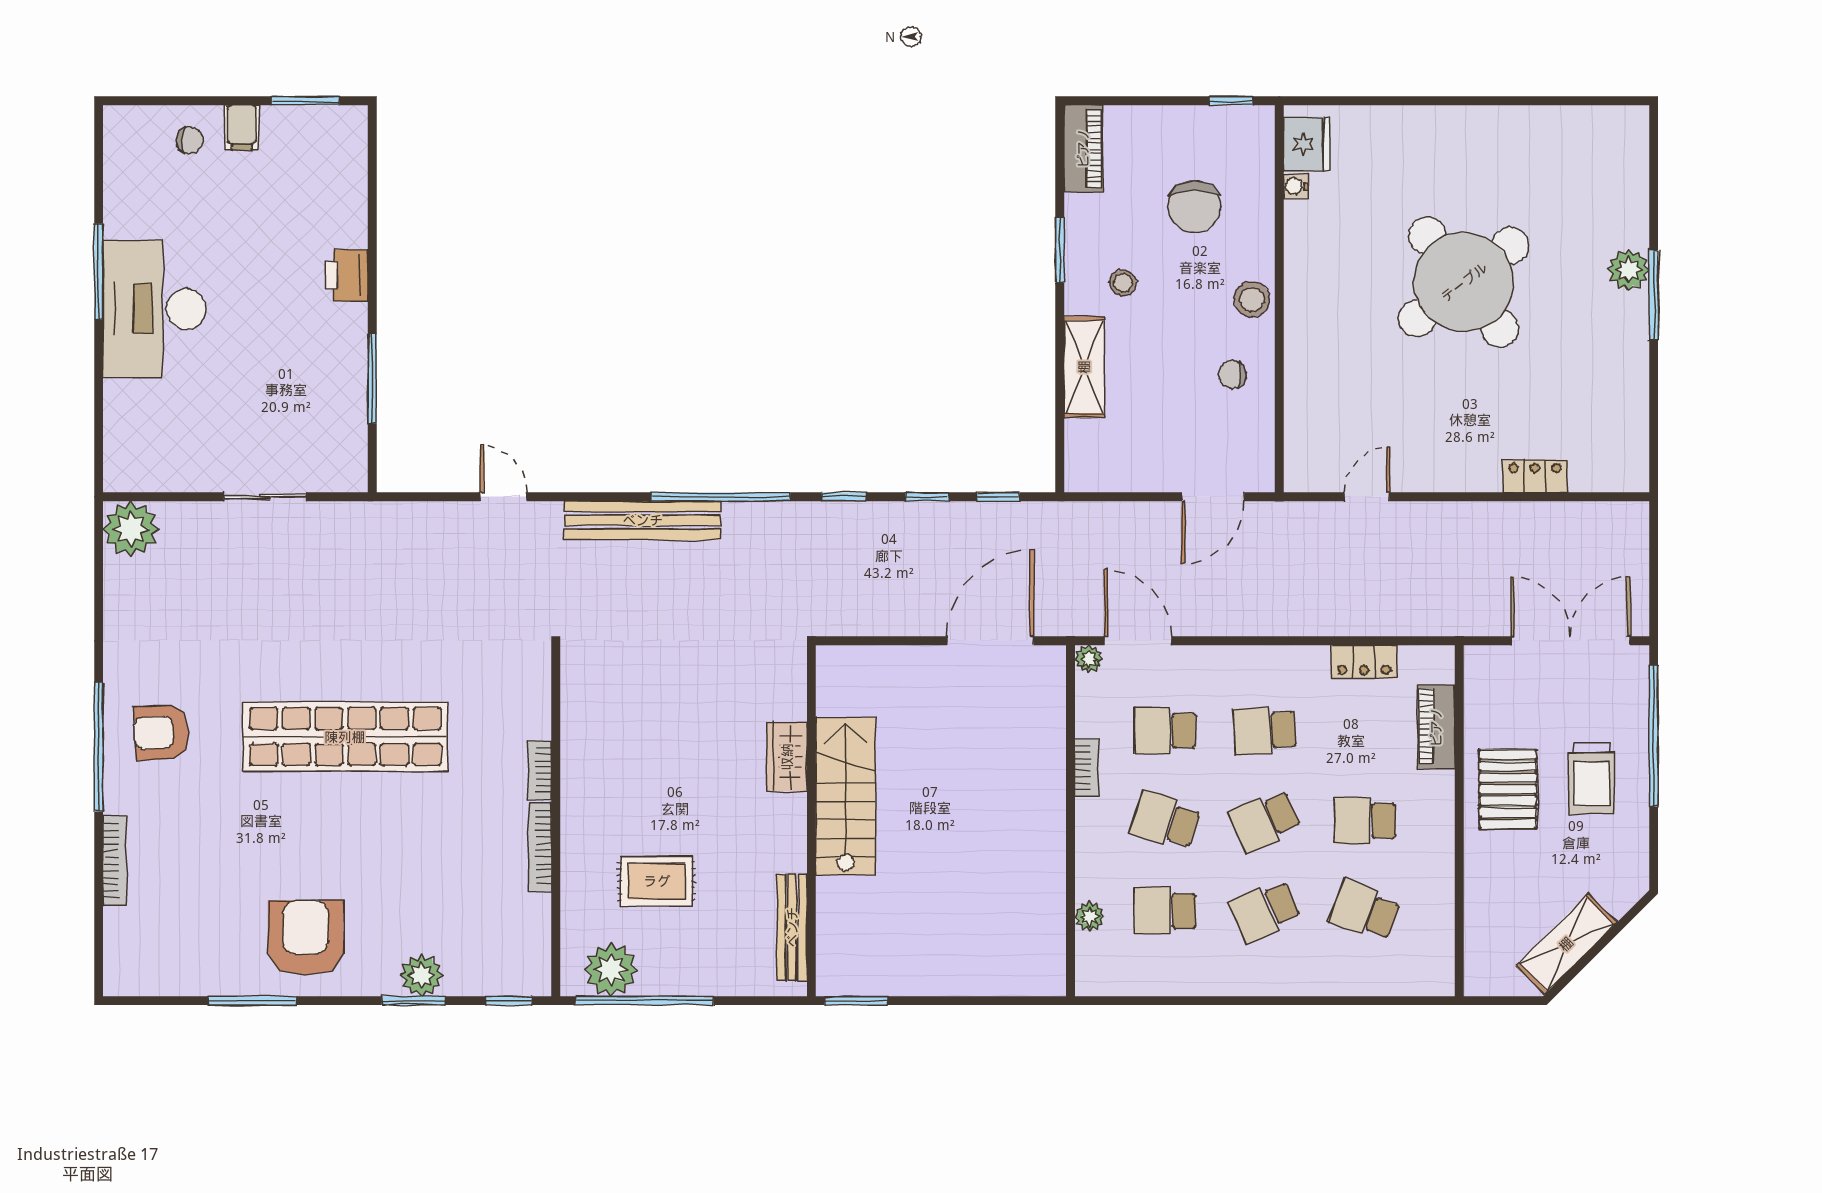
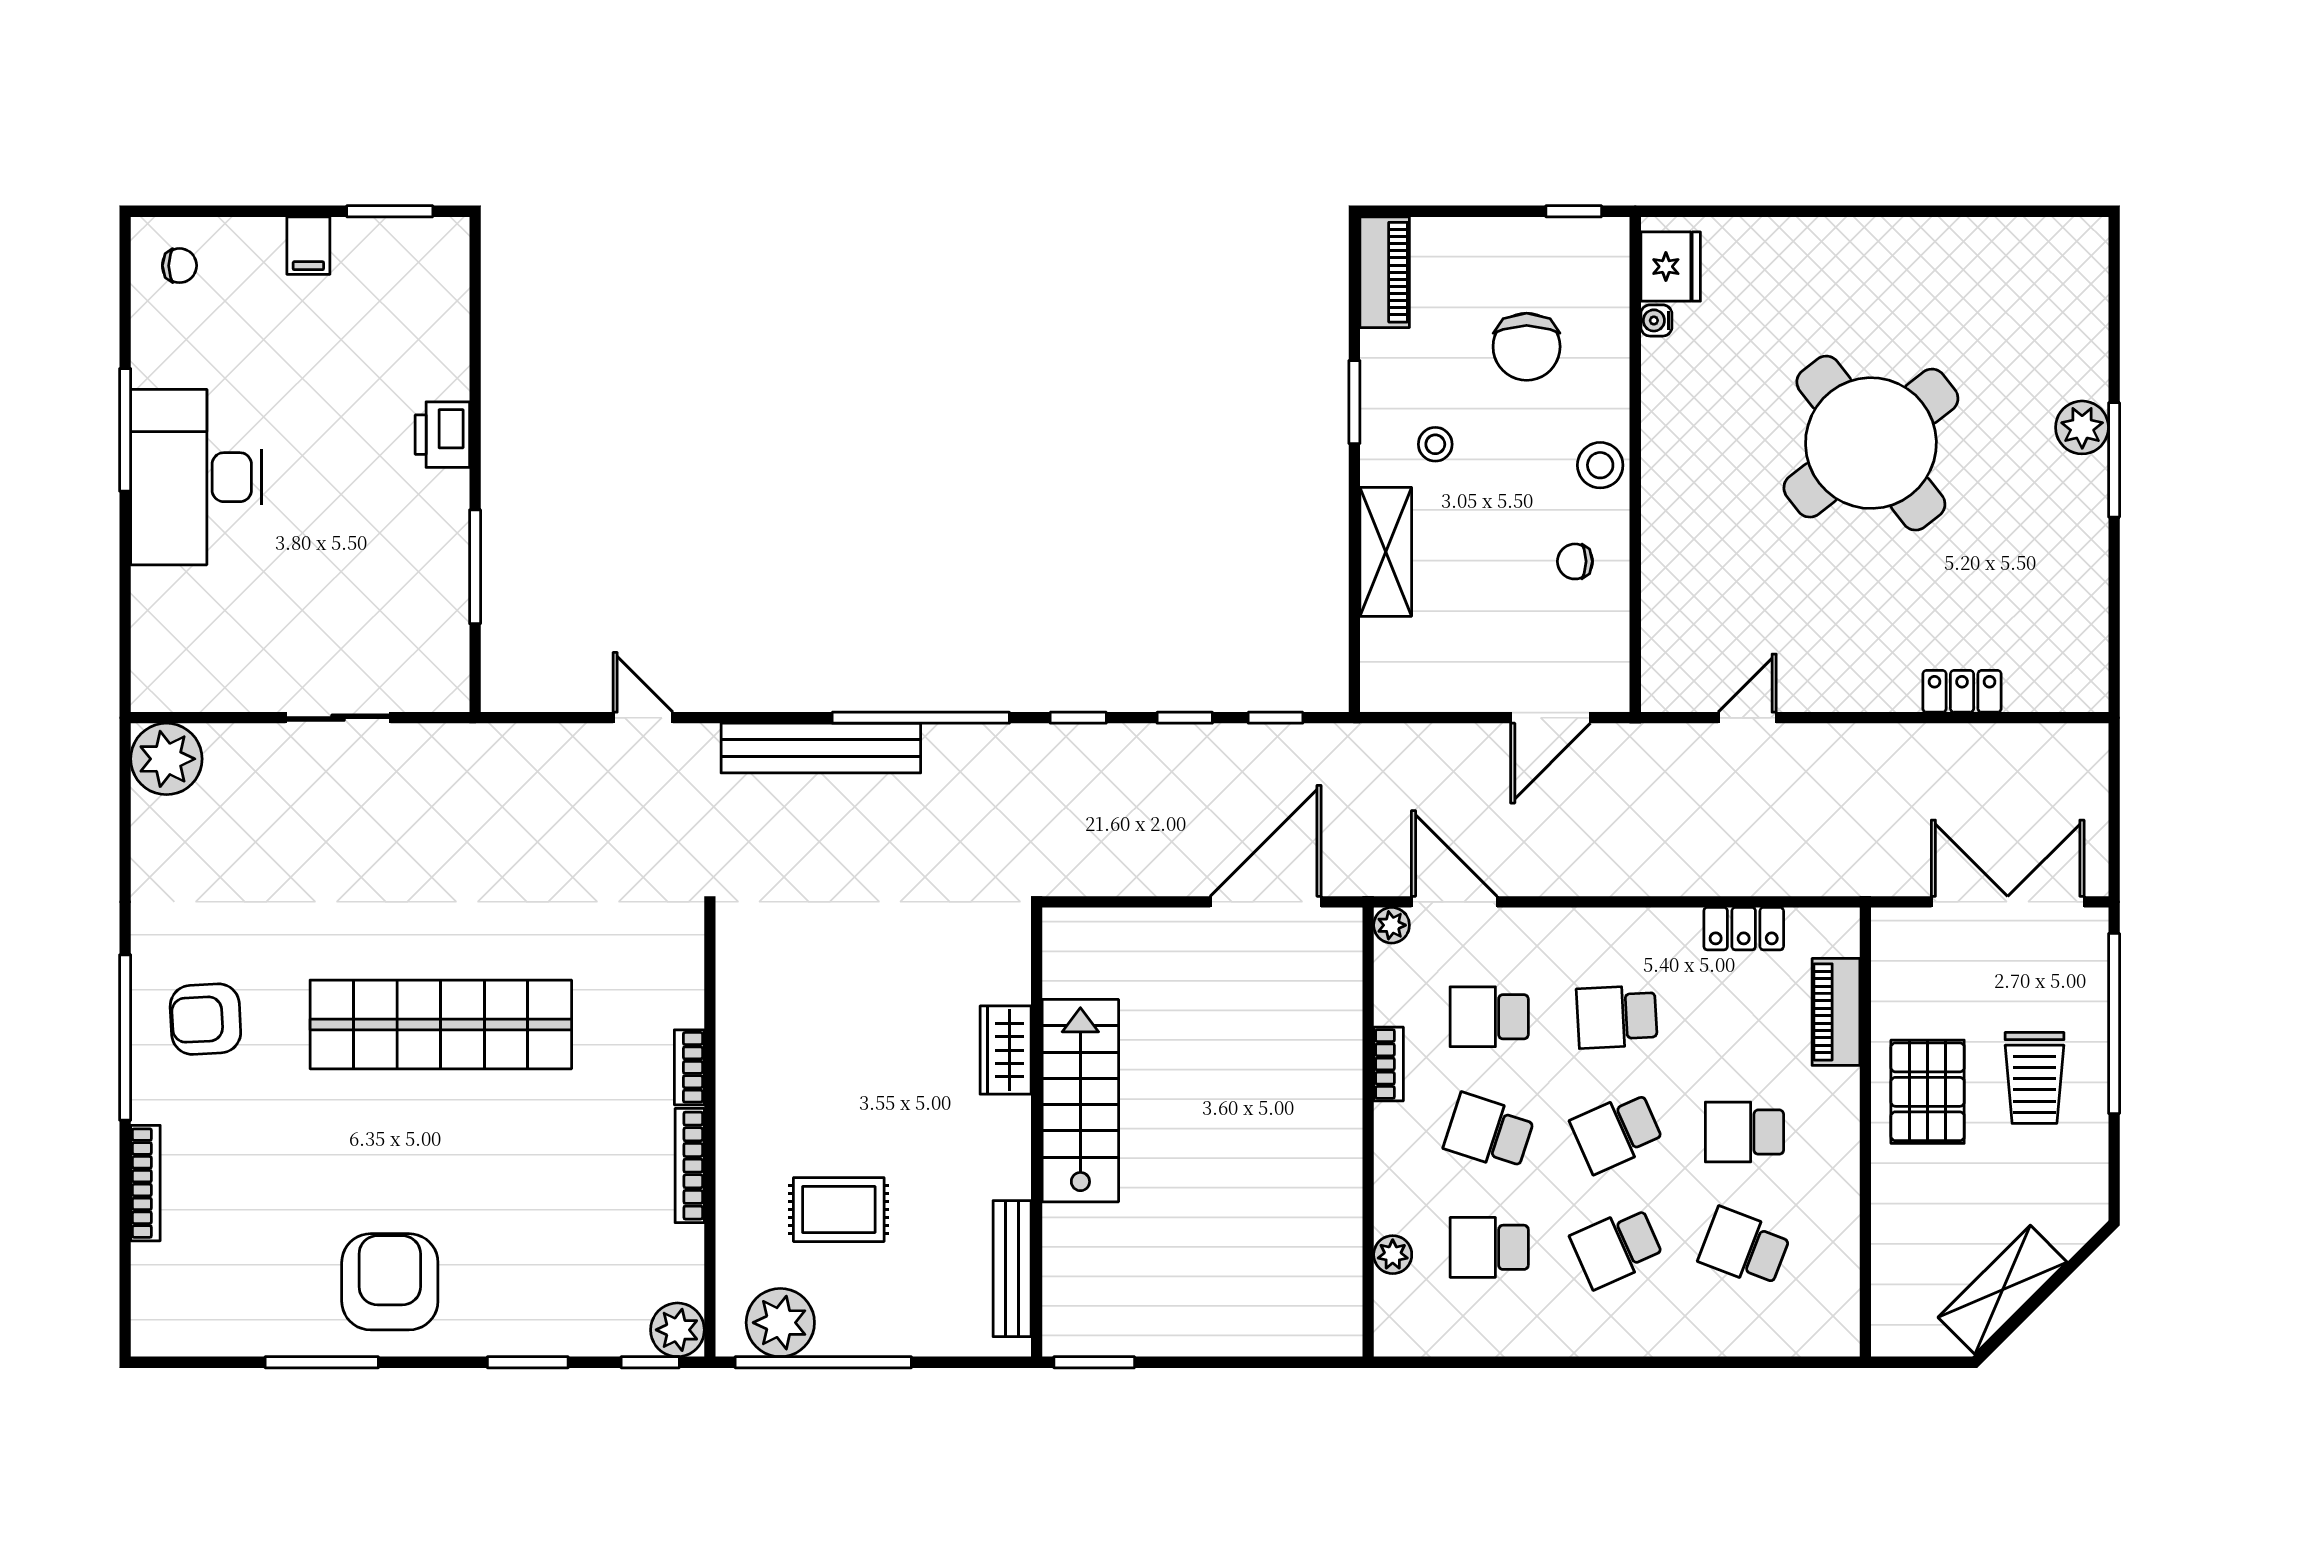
chair: (190, 140) -> (179, 266), moved
plant: (421, 975) -> (677, 1330), moved

